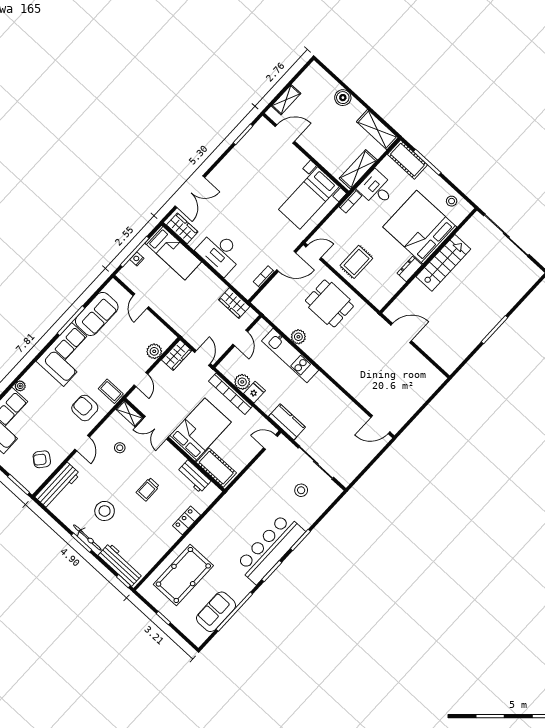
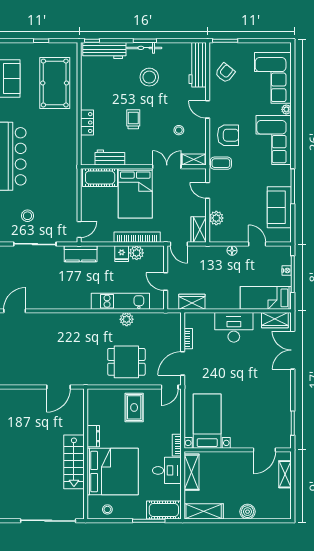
floor lamp: (165, 314) -> (232, 251), added
corner sofa: (68, 354) -> (274, 140), moved

